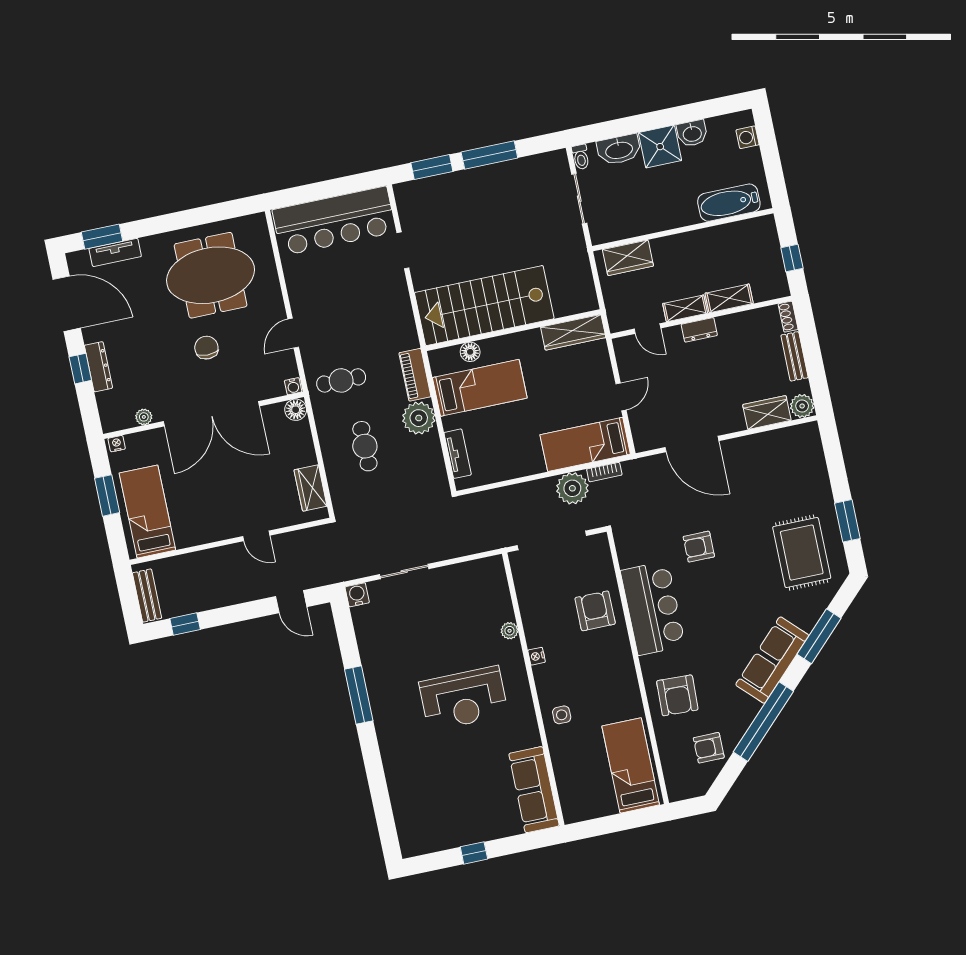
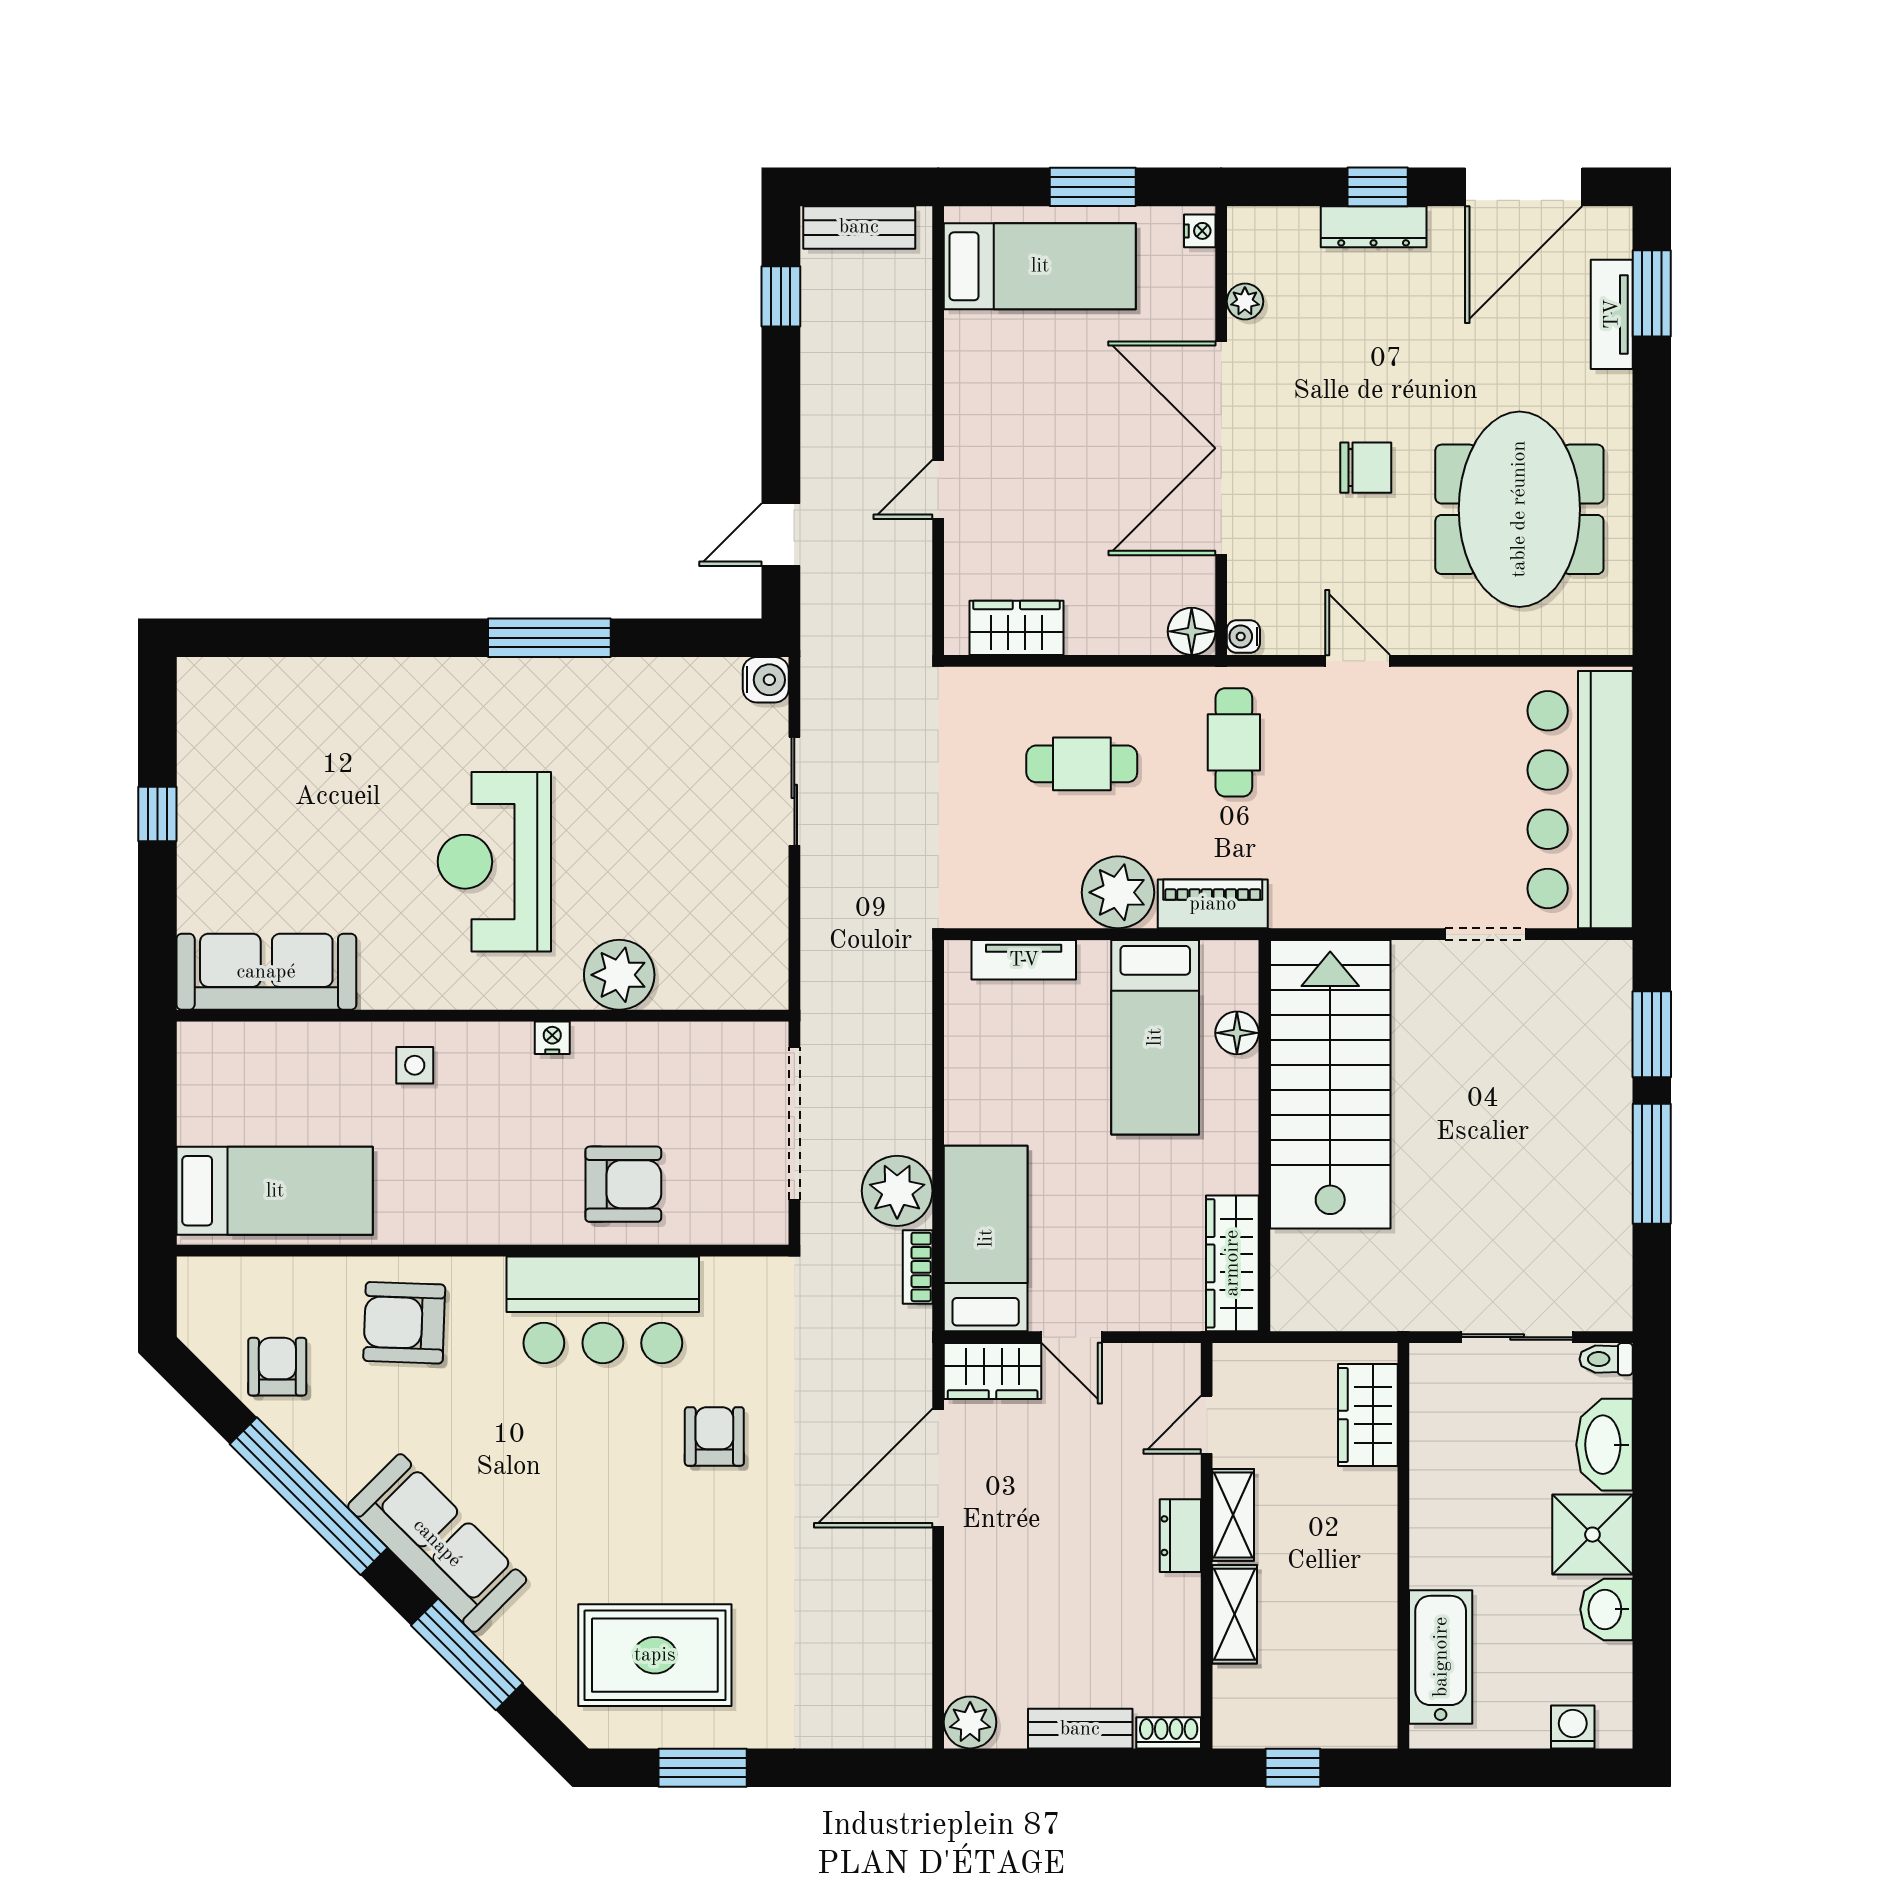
wardrobe: (767, 412) -> (993, 1371), moved, turned 90
plant: (510, 631) -> (619, 975), width x1.88, depth x1.88

